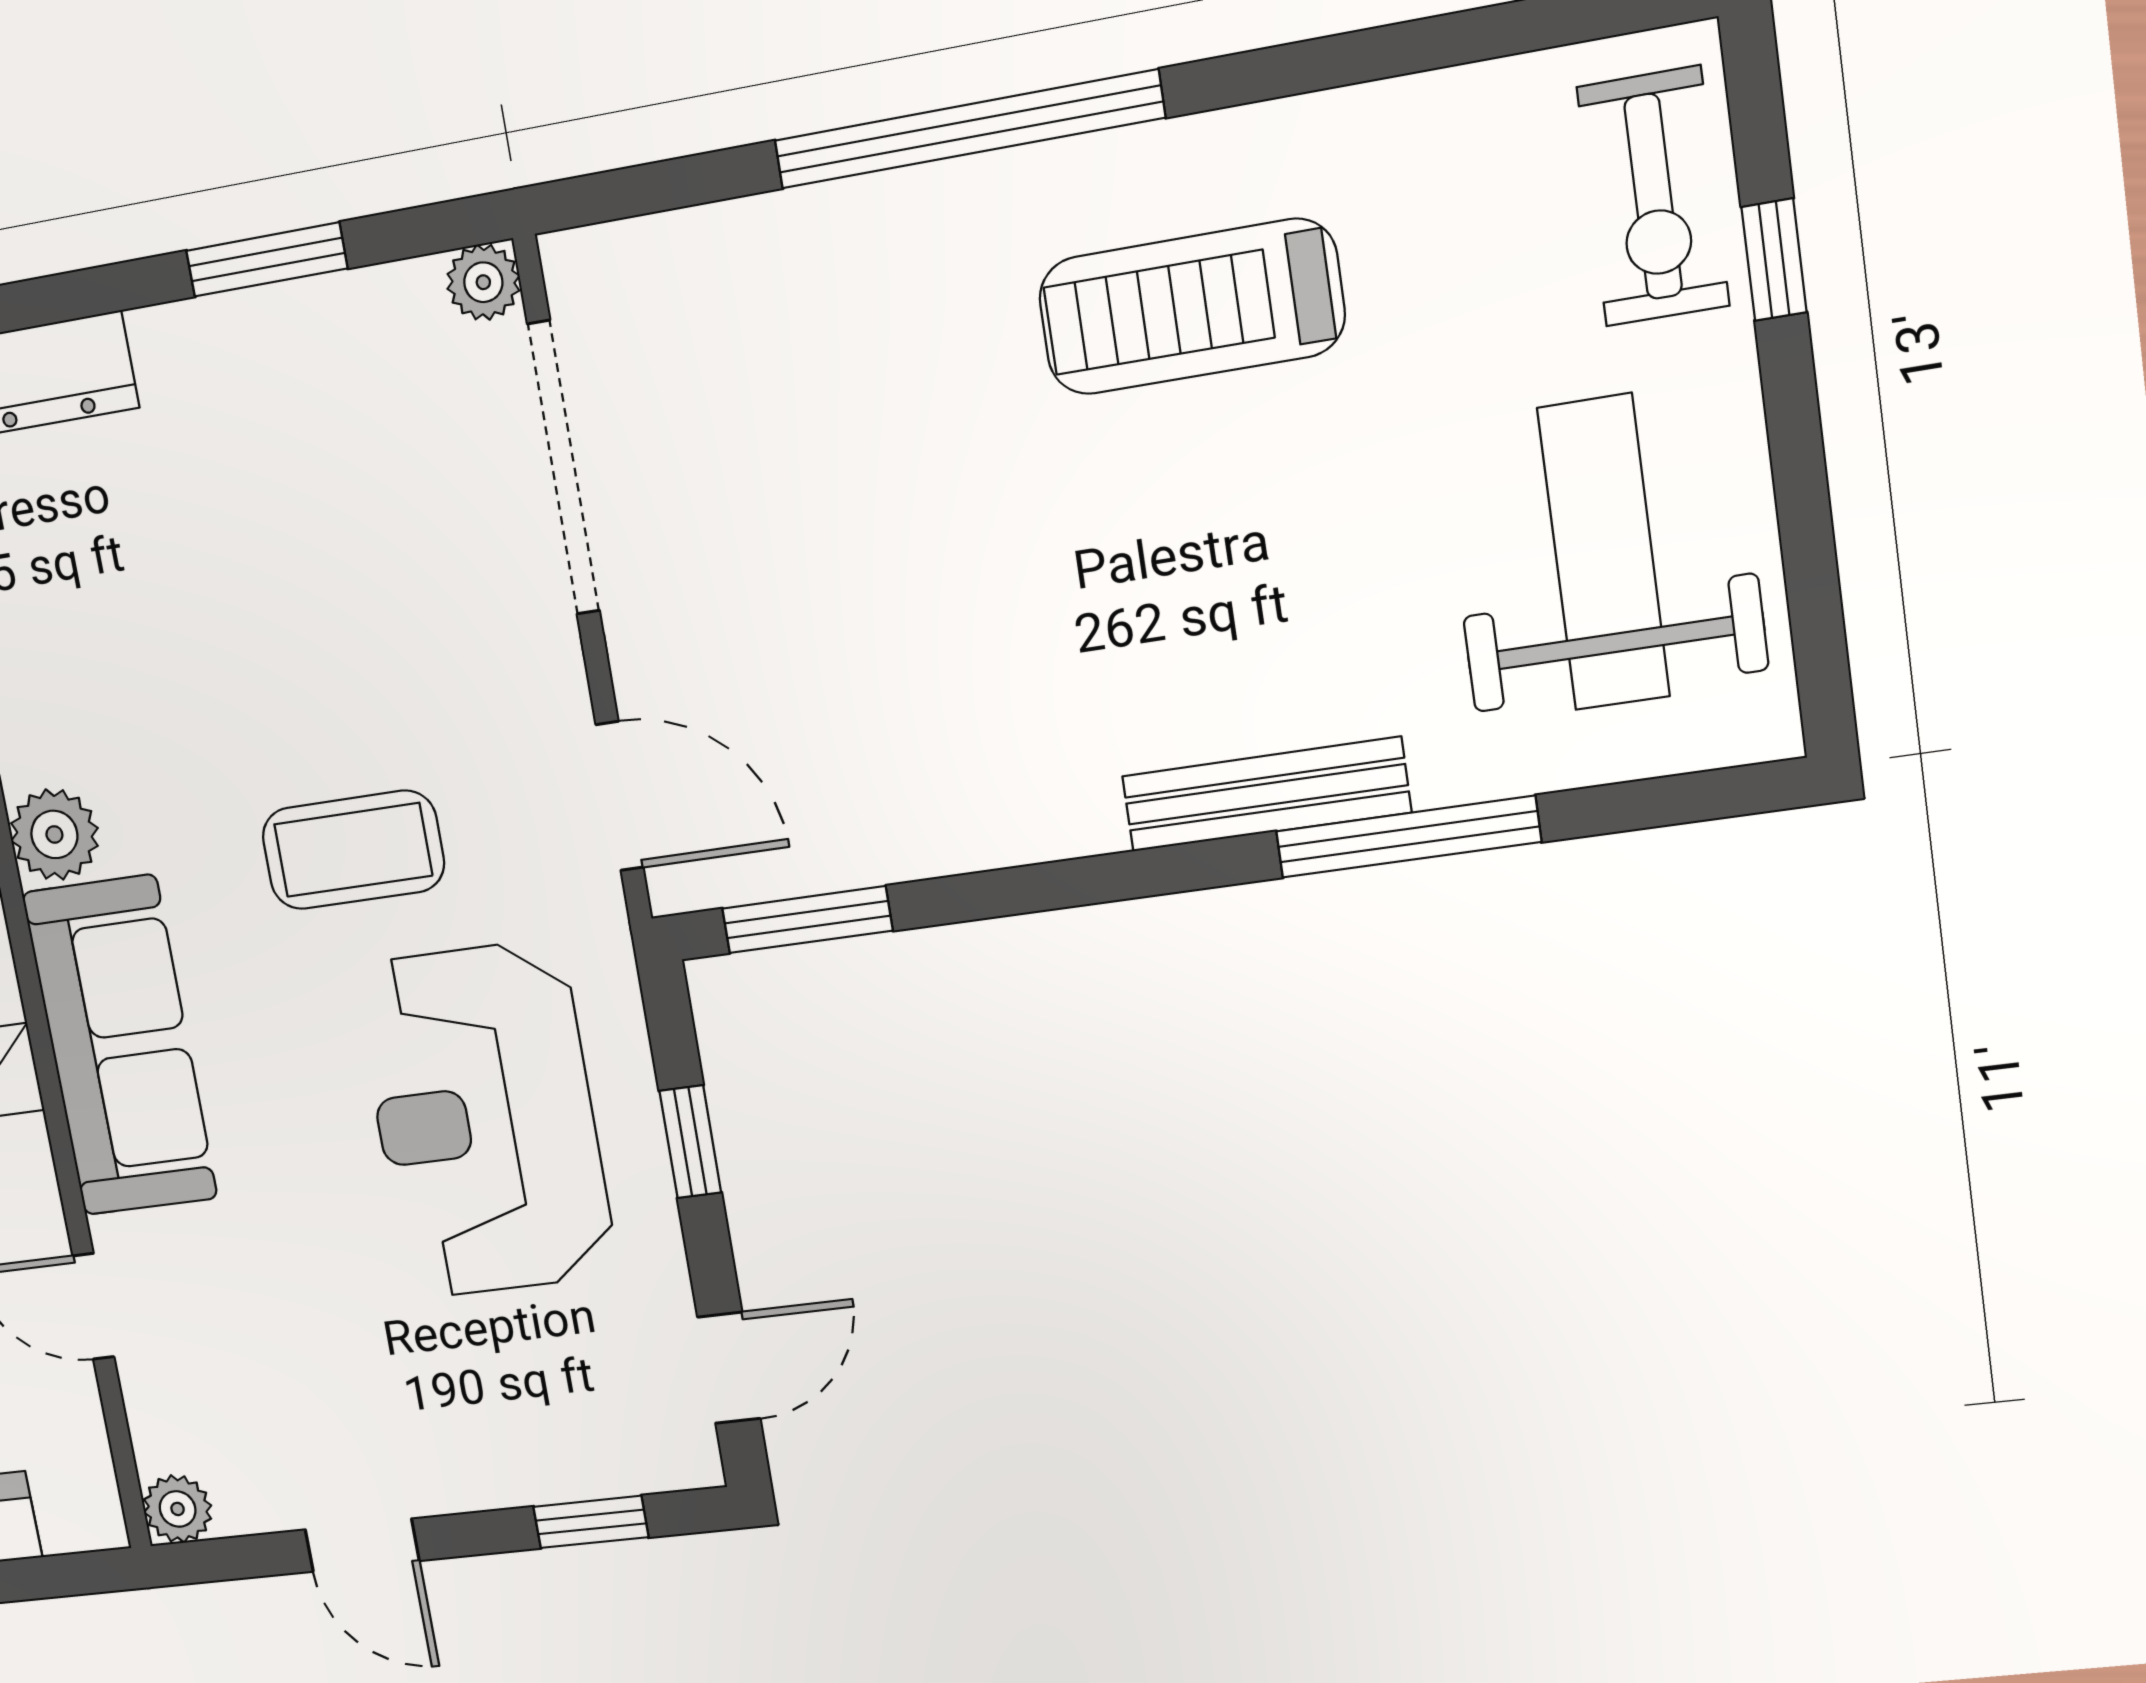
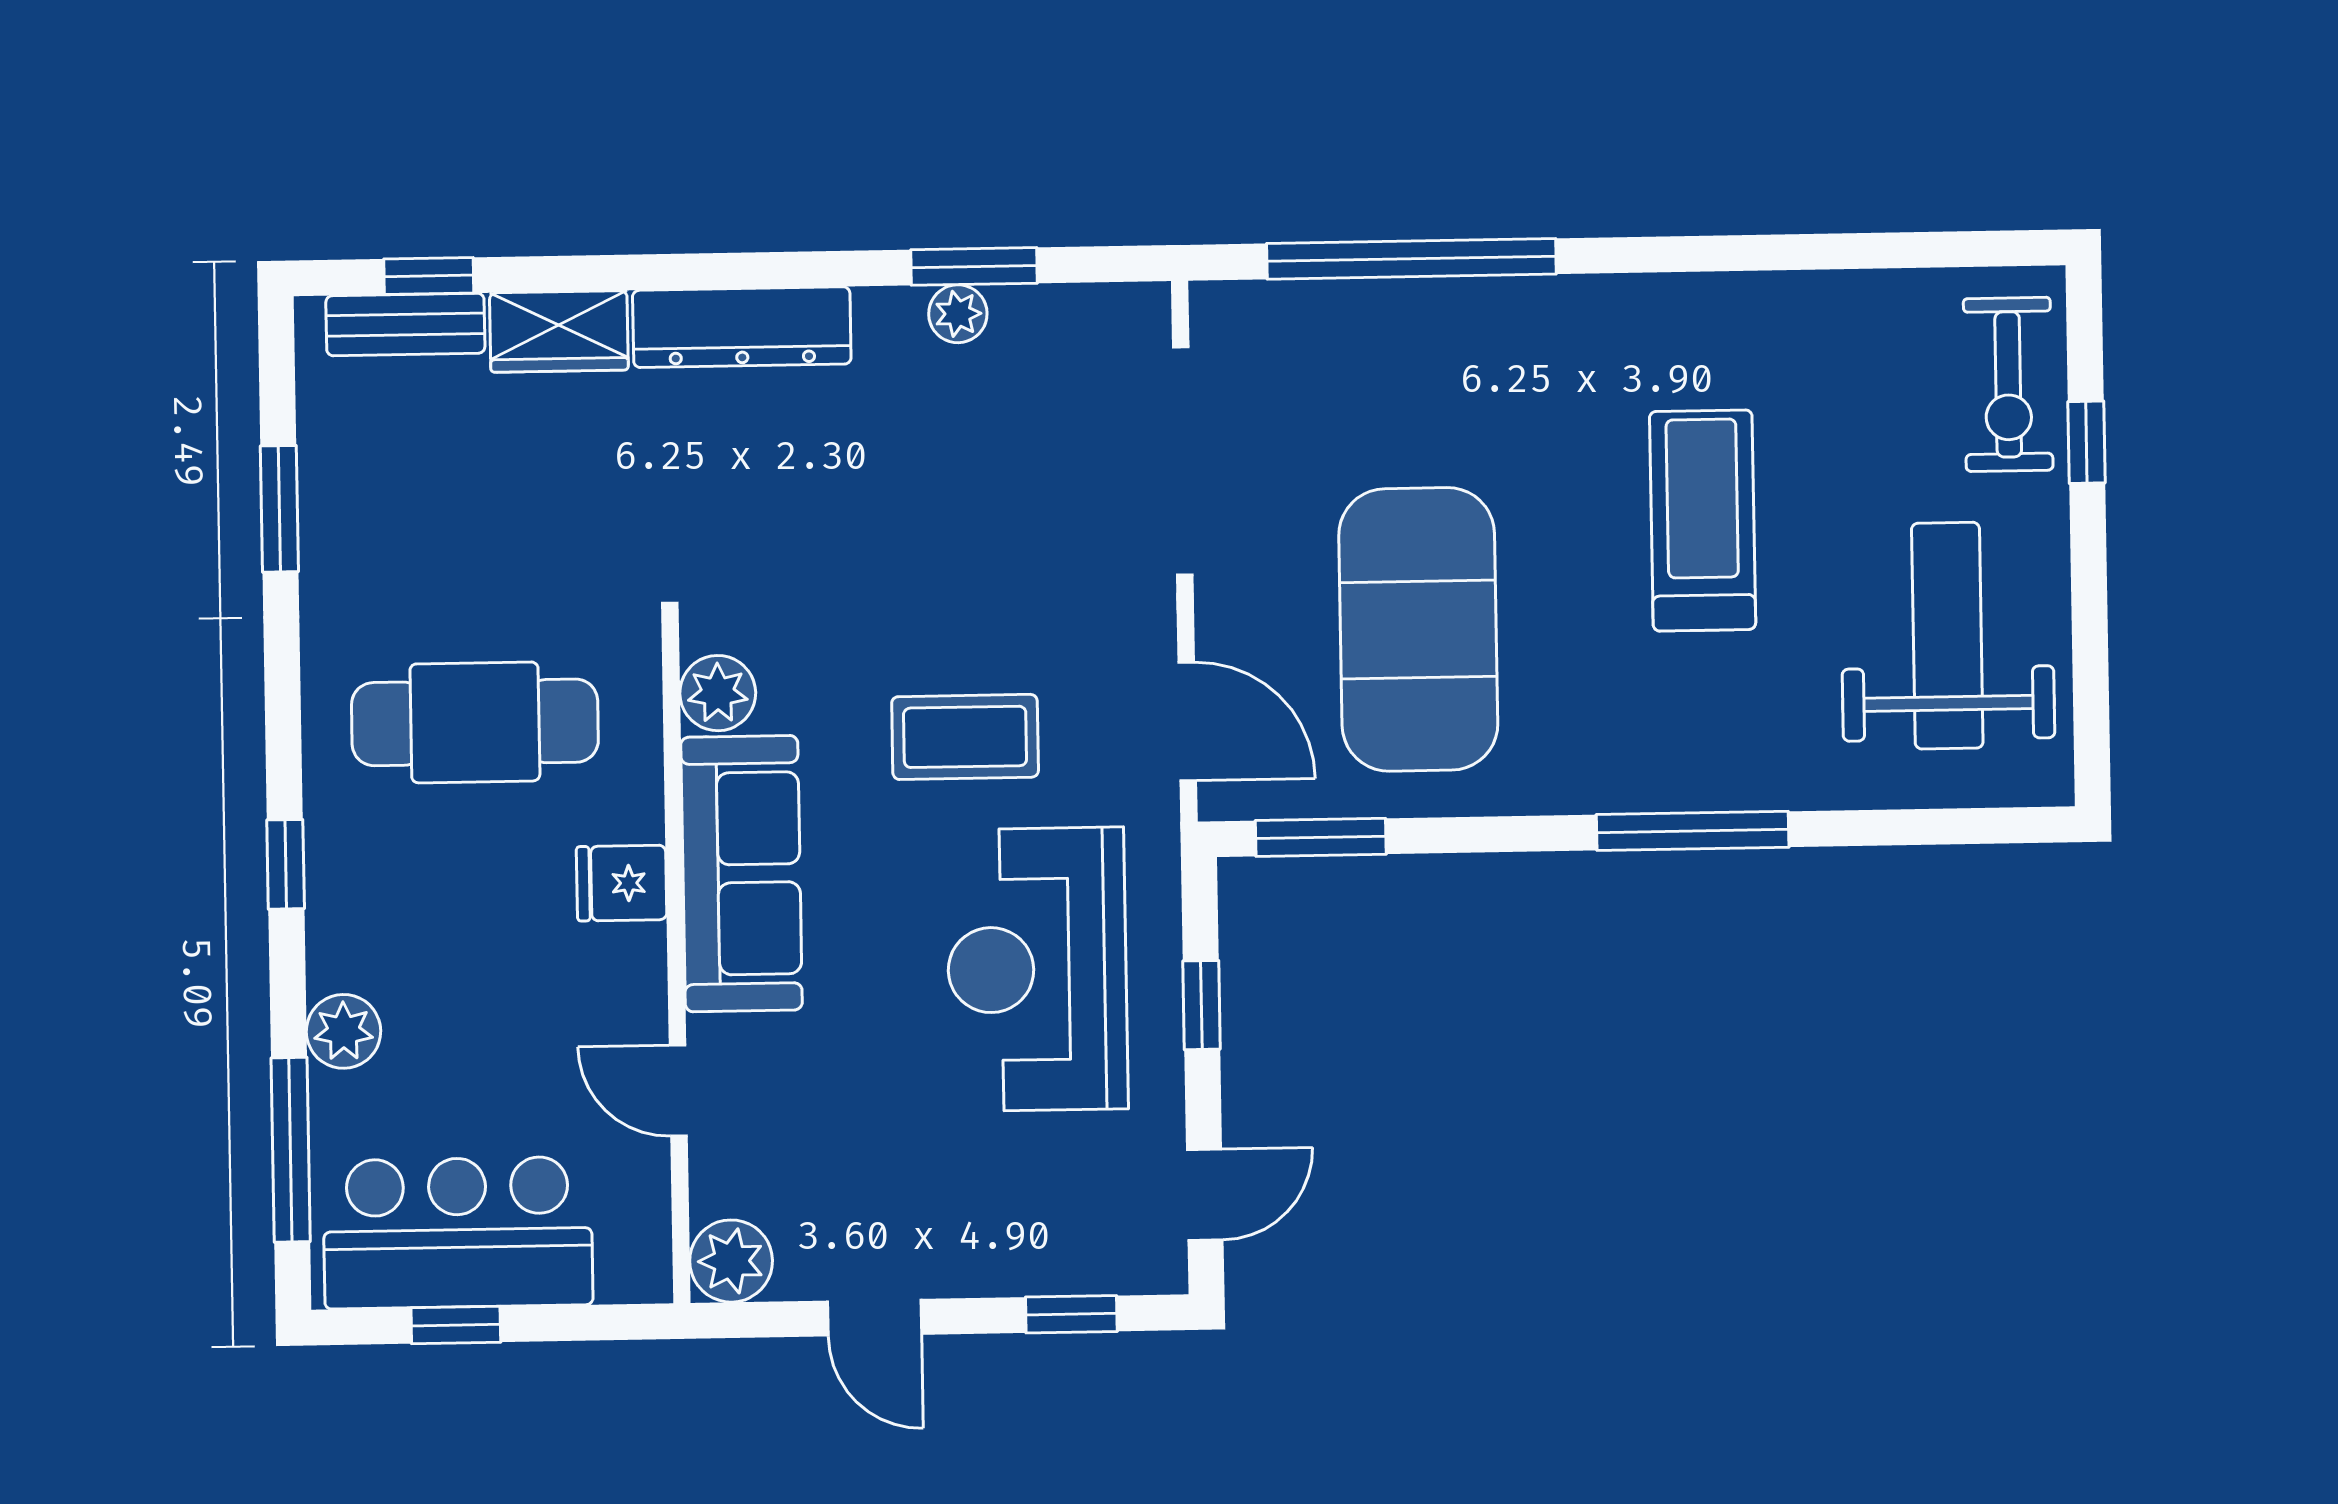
window: (968, 129) -> (1411, 259), moved
plant: (483, 282) -> (958, 314), moved
treadmill: (1191, 307) -> (1703, 520), moved, turned 90
exercise mat: (894, 641) -> (1418, 629), added
bench: (1266, 794) -> (1683, 784), removed
window: (1408, 837) -> (1693, 831), moved
plant: (178, 1509) -> (731, 1261), width x1.38, depth x1.38

